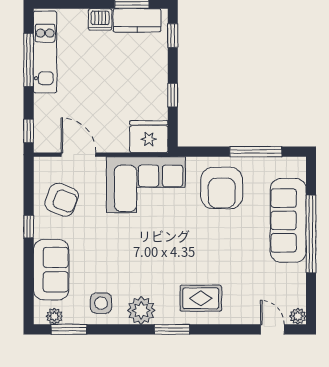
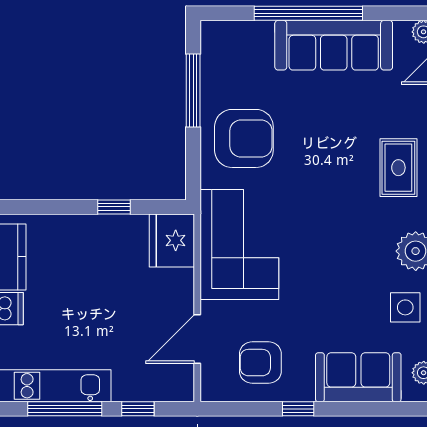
window: (173, 36) -> (31, 207), removed
window: (29, 131) -> (138, 409), moved
armchair: (62, 200) -> (260, 363), turned -111
sofa: (288, 220) -> (334, 45), moved

